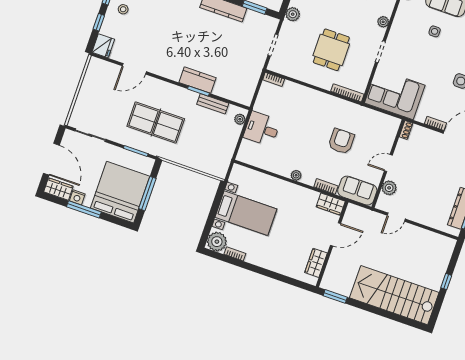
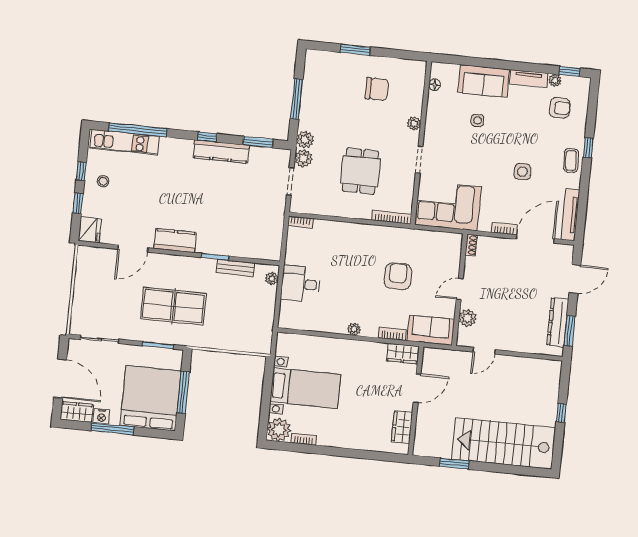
plant: (288, 29) -> (303, 158), added
kitchen counter: (198, 80) -> (175, 241), moved
window: (335, 296) -> (454, 464), moved

